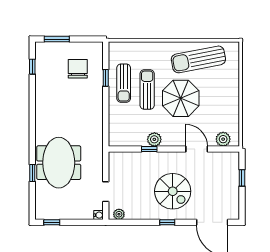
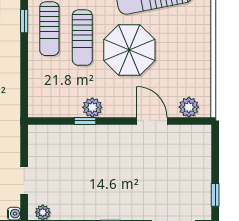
sun lounger: (147, 90) -> (82, 38), turned 180
window: (242, 178) -> (215, 195), moved
spiral stairs: (173, 191) -> (118, 180), removed

